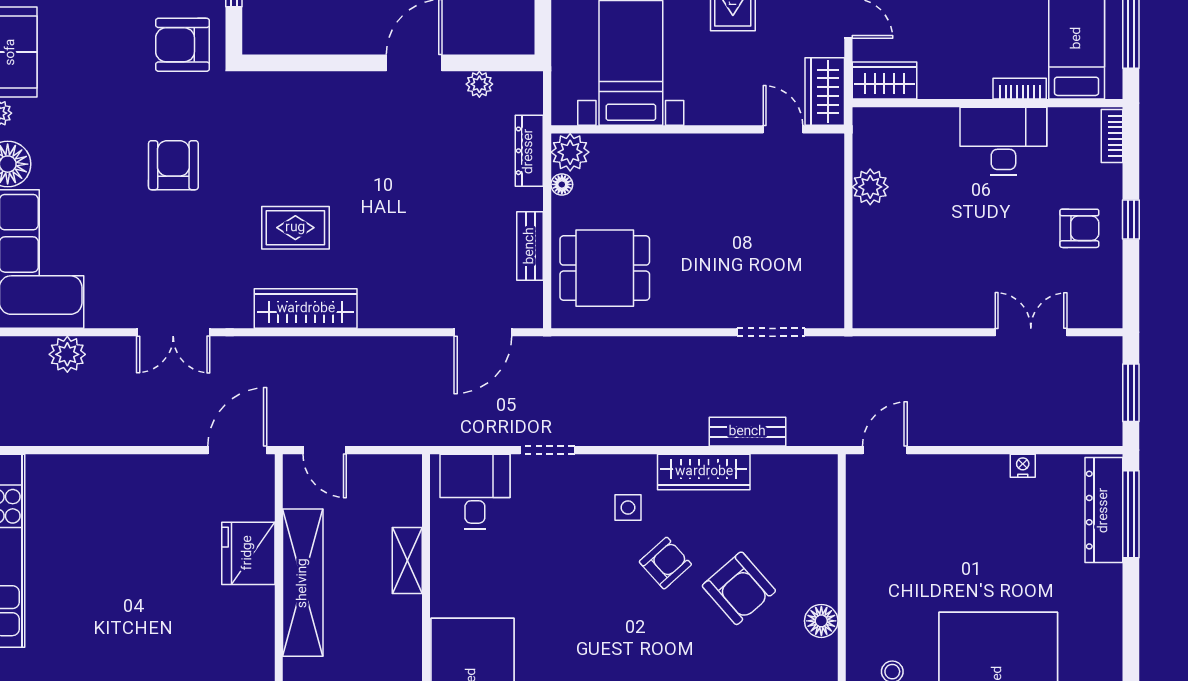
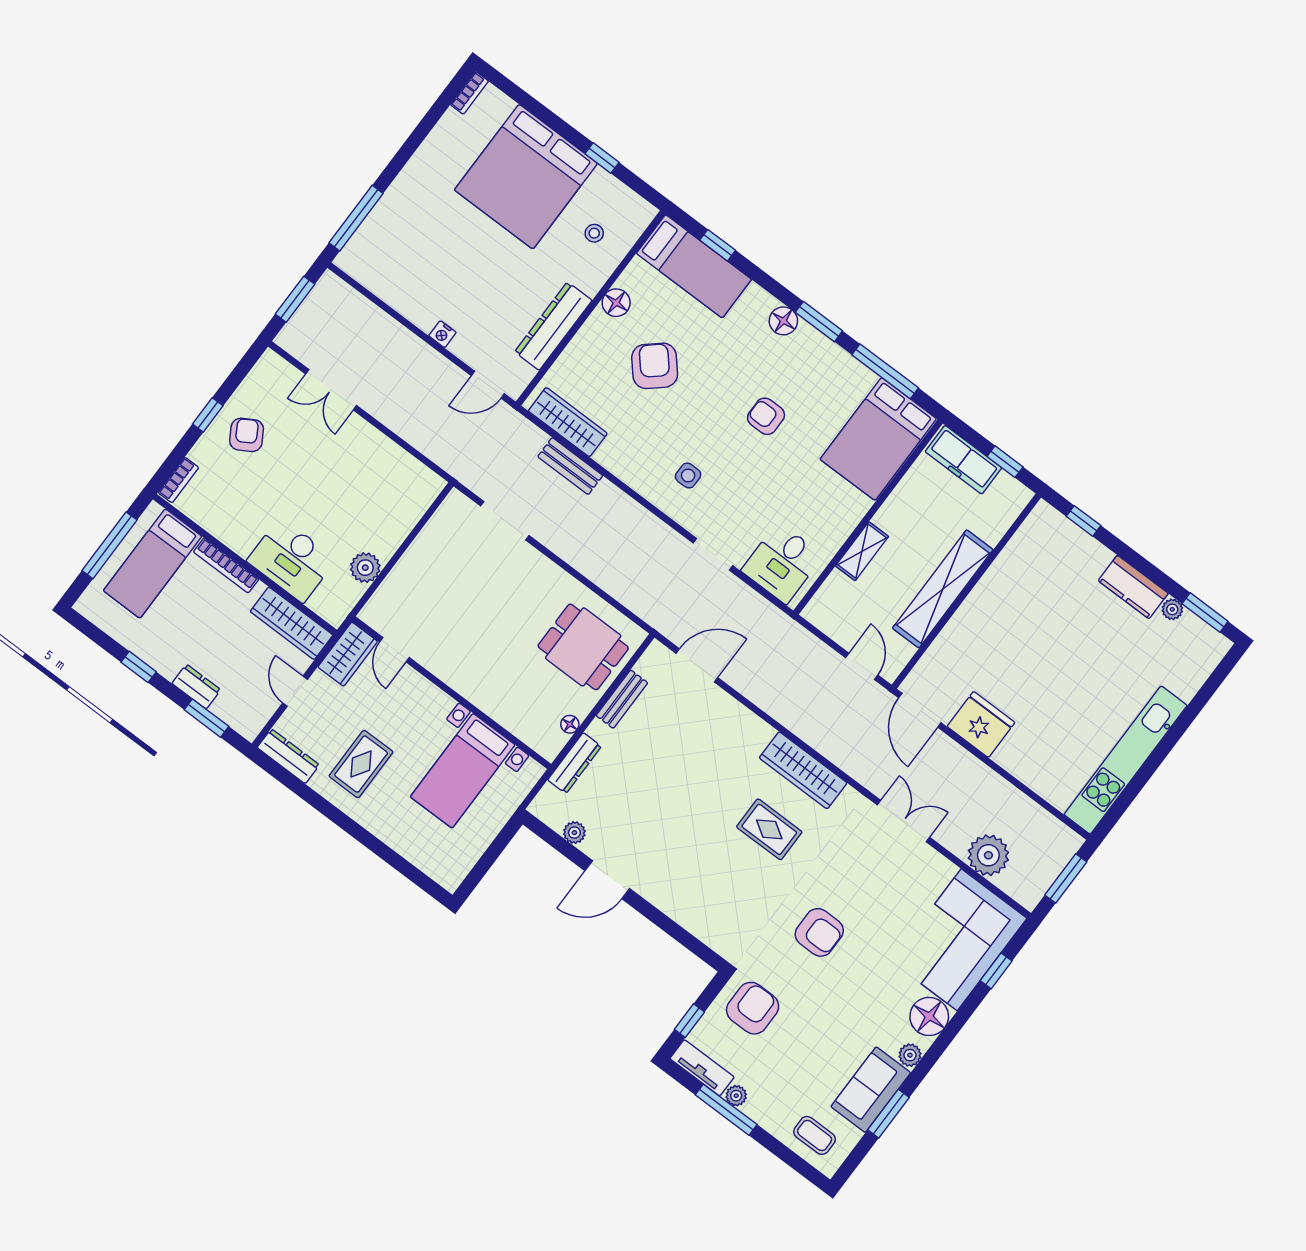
armchair: (183, 45) -> (753, 1008), turned -90
wardrobe: (884, 81) -> (292, 623), width x1.50
bookcase: (1020, 89) -> (226, 566), width x1.56
desk: (1003, 141) -> (291, 560), moved
plant: (570, 152) -> (548, 742), removed
armchair: (173, 165) -> (819, 932), turned -90
armchair: (1079, 228) -> (247, 435), turned 59
plant: (67, 354) -> (988, 855), width x1.36, depth x1.36
door: (237, 450) -> (920, 710), hinge flipped
nightstand: (1023, 466) -> (442, 334), moved
wardrobe: (704, 472) -> (568, 422), moved
dresser: (1104, 510) -> (553, 326), moved, turned 180
fridge: (248, 553) -> (981, 724), moved, turned -90
armchair: (665, 563) -> (766, 416), moved, turned 42

